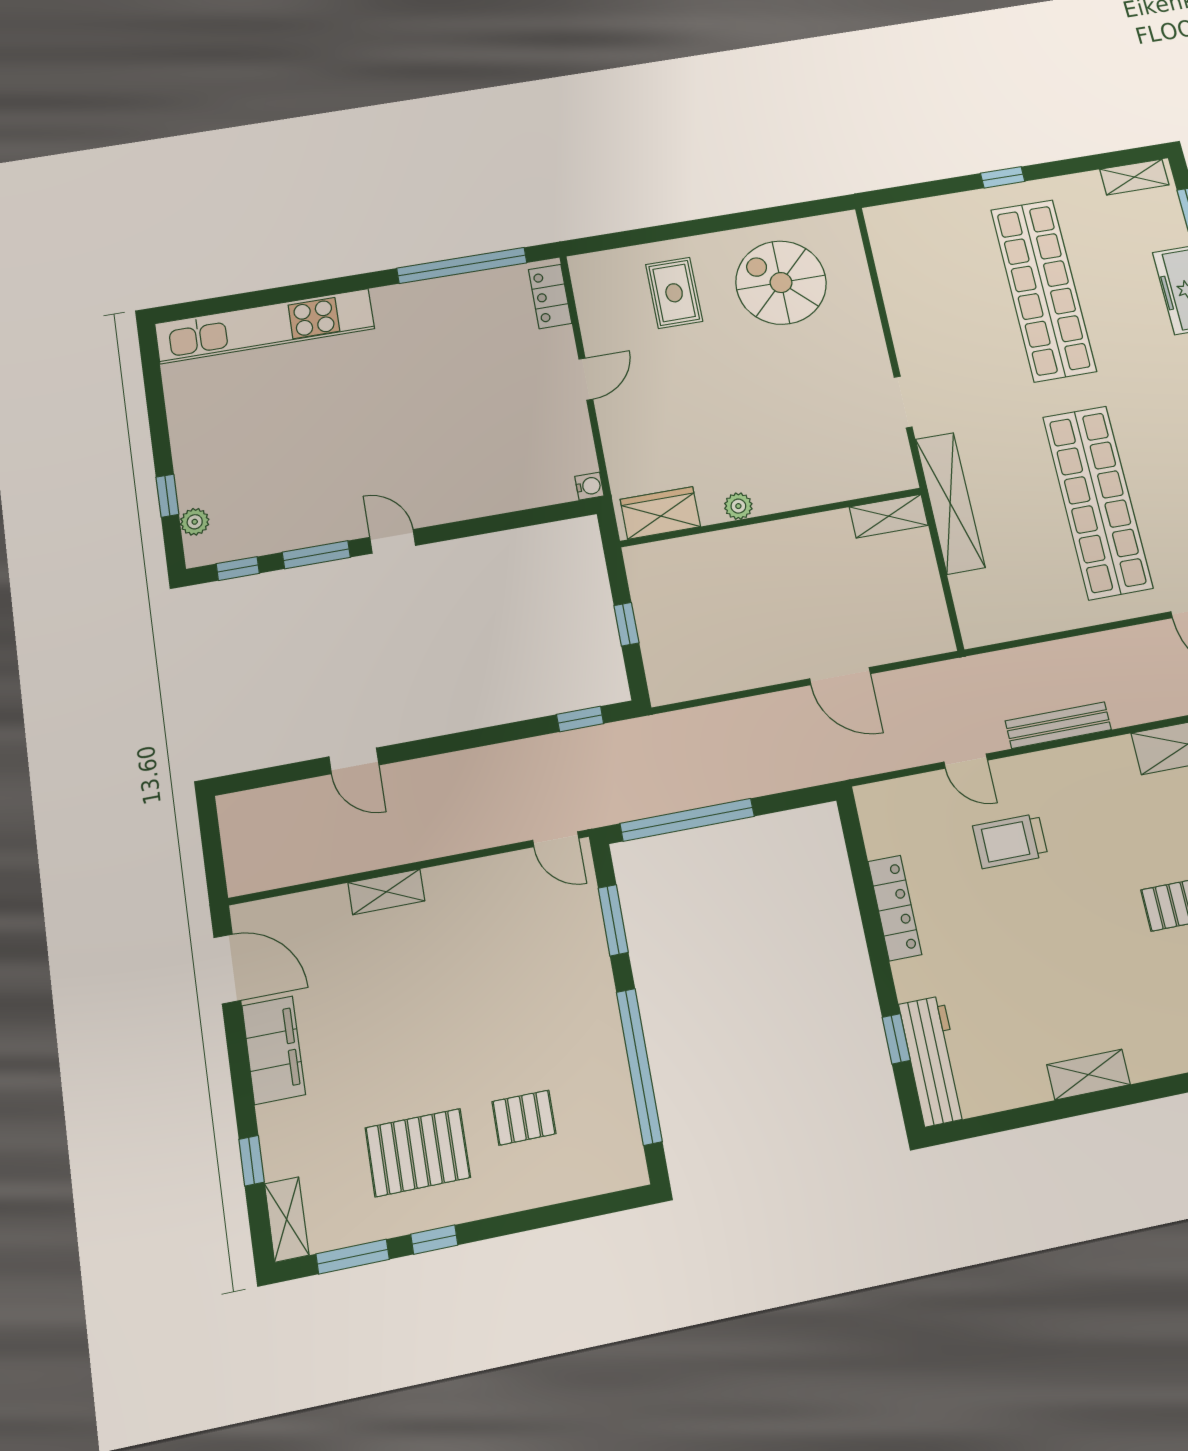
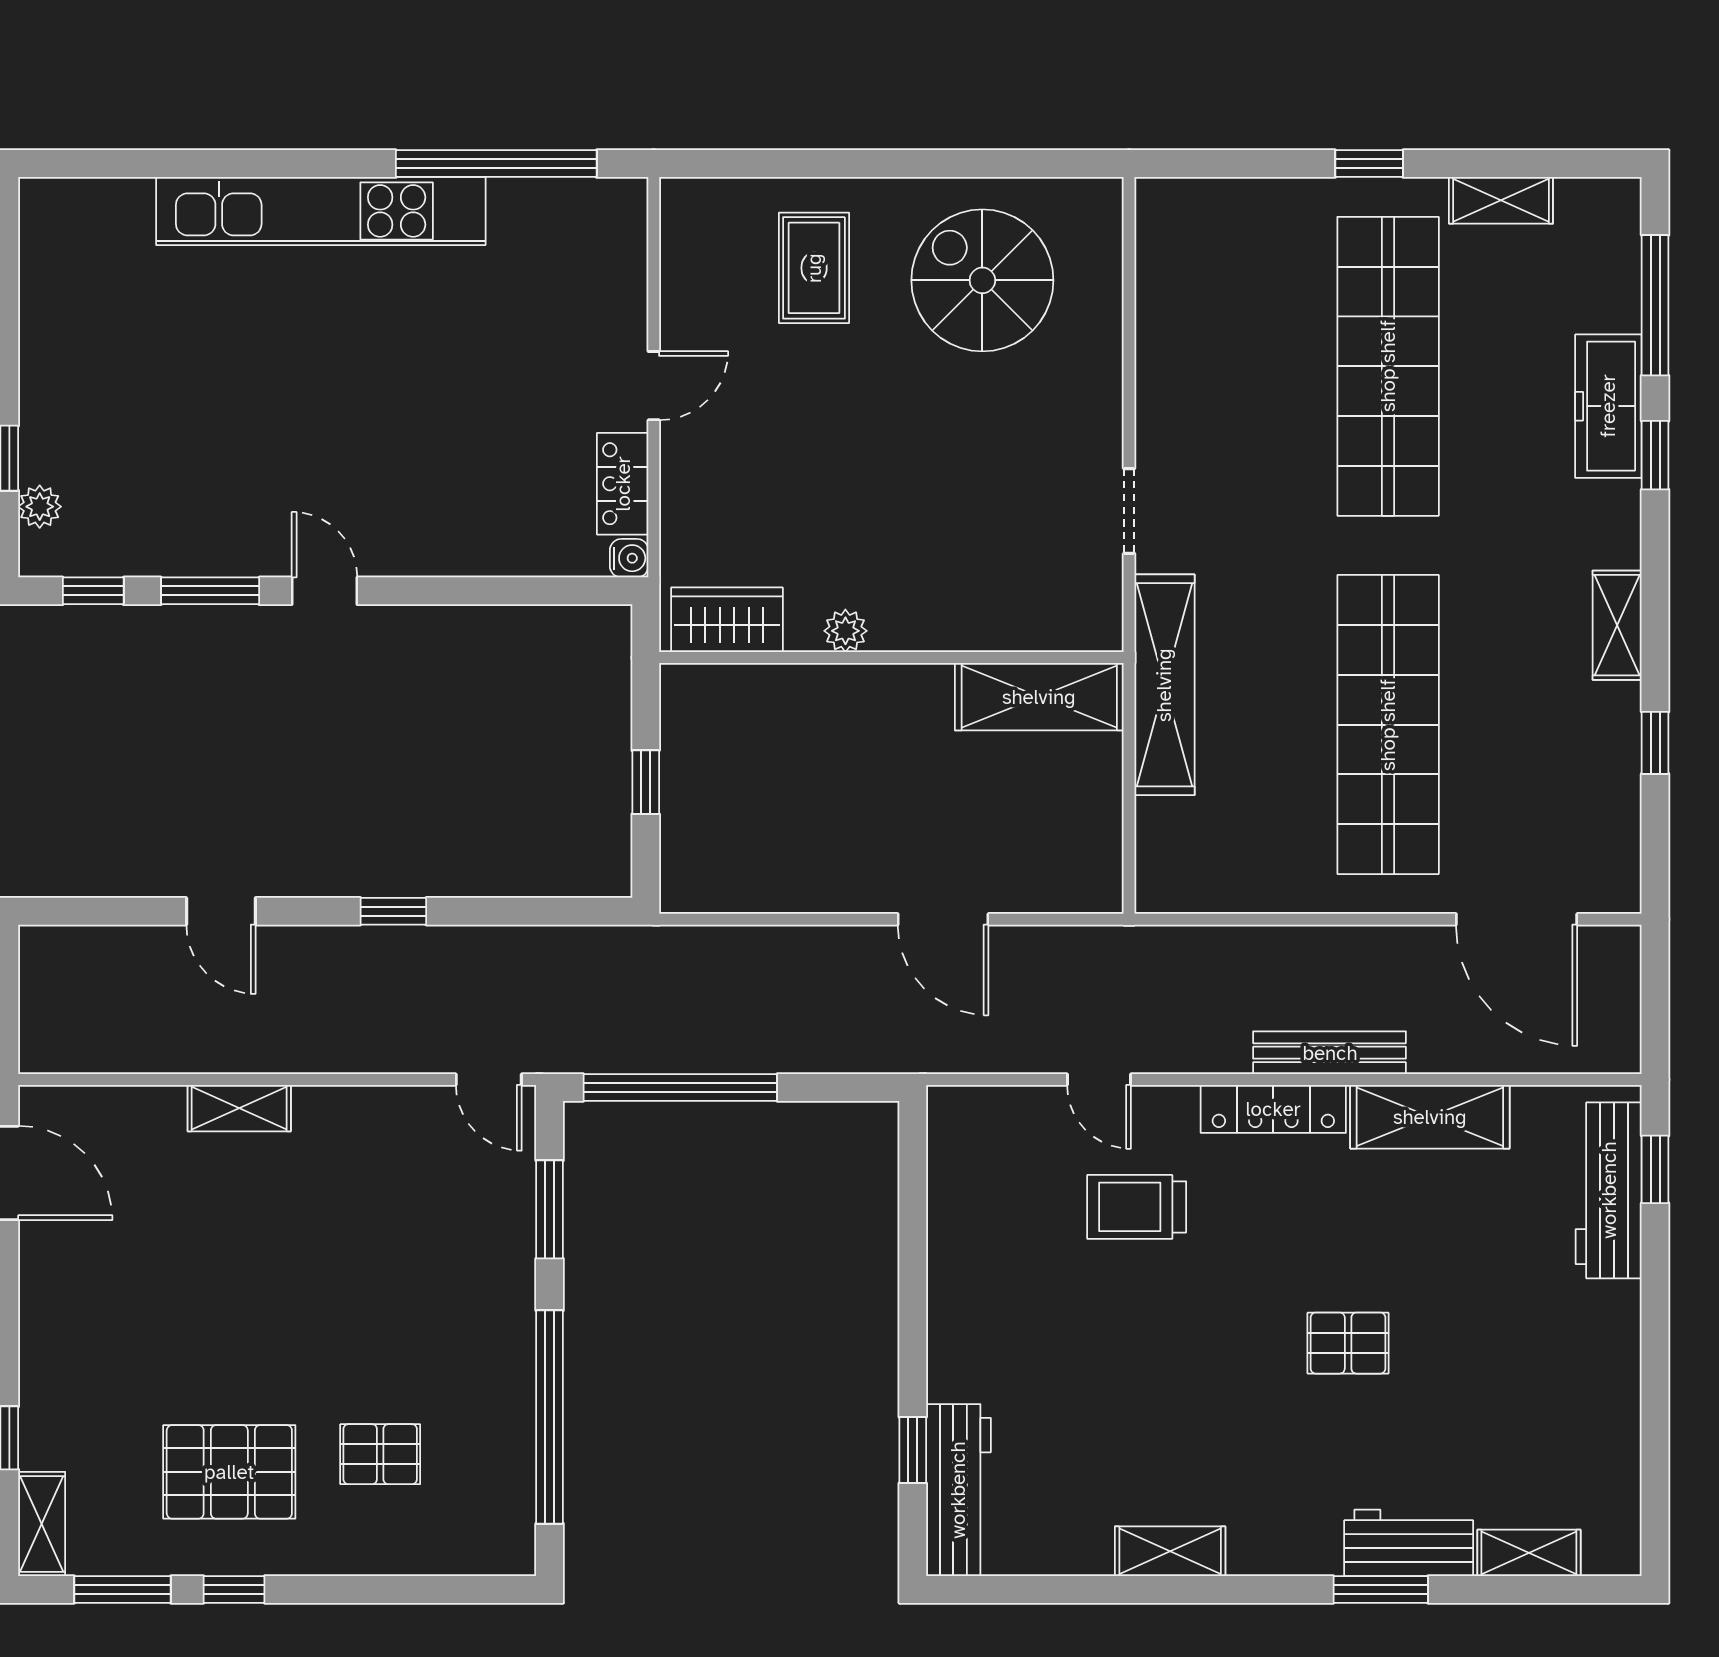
shelving: (1134, 177) -> (1501, 200), moved
locker: (550, 296) -> (623, 484), moved
kitchen unit: (265, 326) -> (321, 211), moved
shelving: (889, 516) -> (1039, 697), width x1.50, depth x1.33
window: (580, 719) -> (393, 911), moved
bench: (1058, 725) -> (1330, 1053), moved
locker: (895, 908) -> (1273, 1109), moved, turned 90
filing cabinet: (274, 1050) -> (54, 1296), removed

